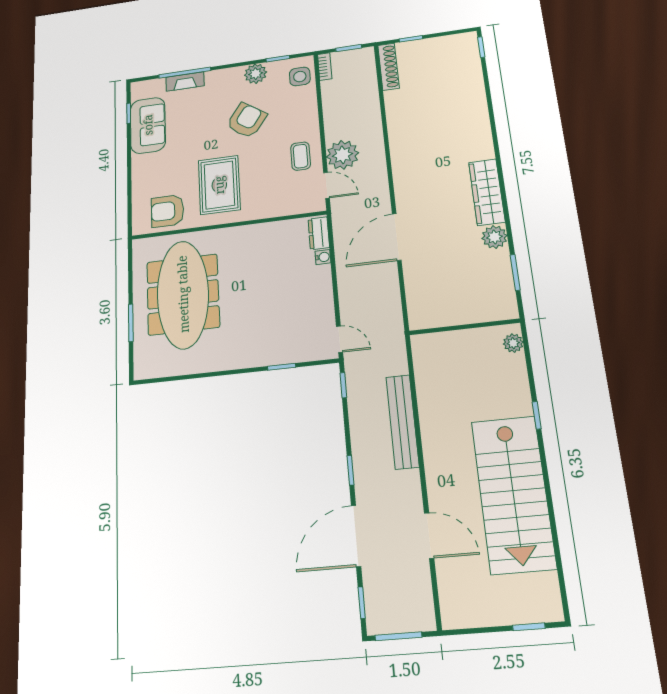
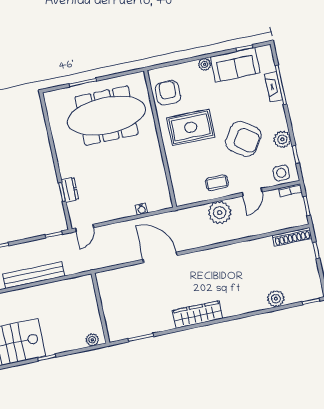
armchair: (247, 120) -> (243, 139), width x1.36, depth x1.36
plant: (139, 163) -> (205, 64), added
door: (327, 185) -> (252, 192), moved
dresser: (319, 233) -> (70, 190), moved, turned 90
plant: (495, 237) -> (276, 299), moved

